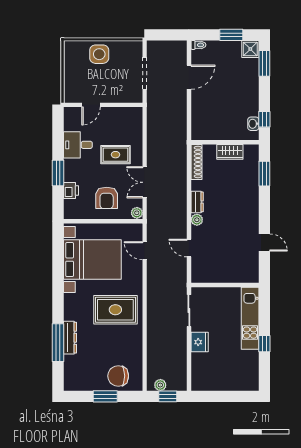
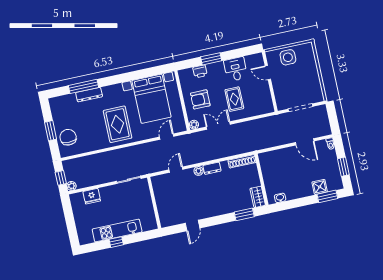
shower: (250, 49) -> (320, 187), moved
side table: (99, 54) -> (288, 57), moved
window: (264, 119) -> (285, 205), removed
wardrobe: (230, 152) -> (258, 197), moved
kitchen unit: (250, 318) -> (117, 231), moved
fridge: (200, 342) -> (92, 196), moved
plant: (160, 385) -> (71, 186), moved

